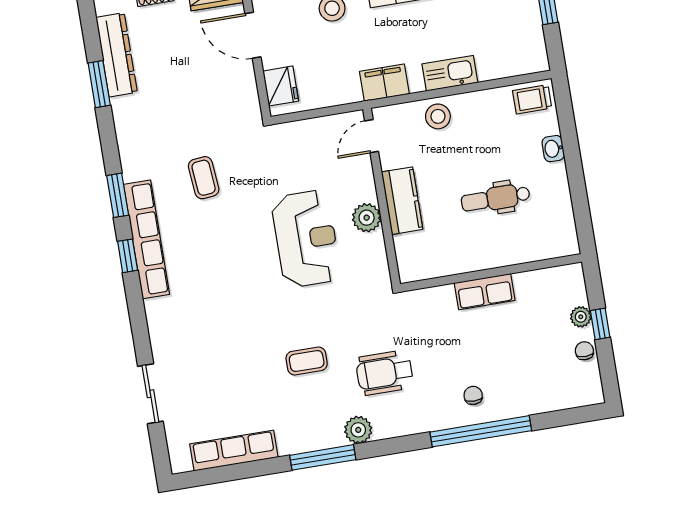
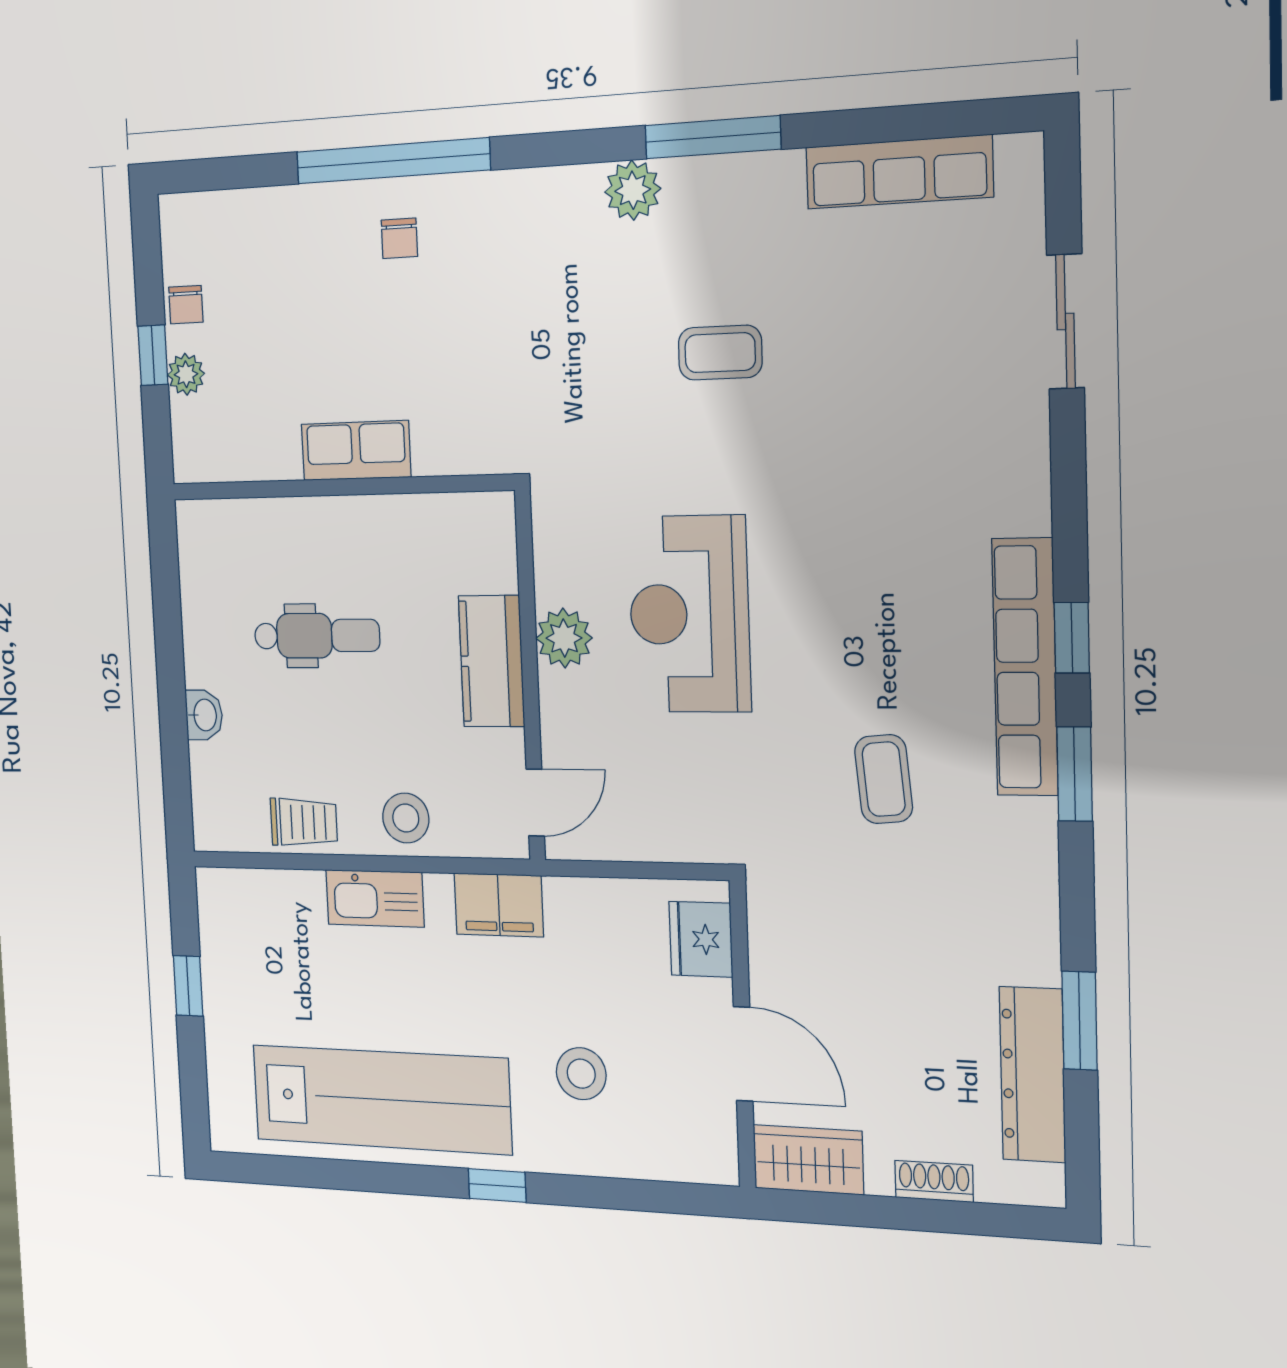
trolley: (532, 99) -> (304, 822), moved
wheelchair: (385, 373) -> (566, 307), removed

